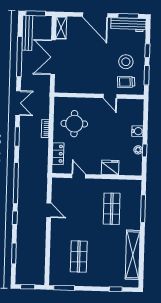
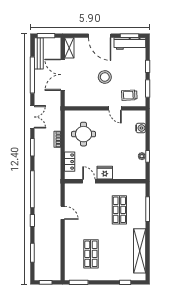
stool: (126, 62) -> (105, 77), moved
water cooler: (137, 131) -> (141, 128), moved
fridge: (110, 167) -> (105, 173), moved

